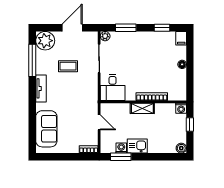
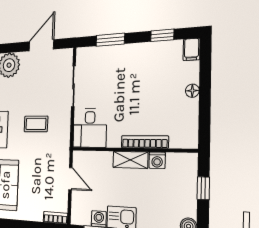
plant: (105, 36) -> (82, 54), removed
coffee table: (68, 66) -> (36, 124), moved
washing machine: (181, 108) -> (157, 160), moved

